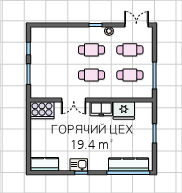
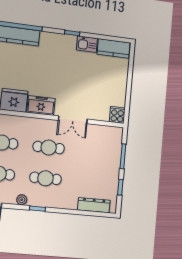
dresser: (49, 32) -> (94, 205), added
double door: (74, 100) -> (73, 120), swing flipped
cooker: (42, 110) -> (117, 115), width x0.53, depth x0.76
kitchen sink: (79, 165) -> (87, 44), moved

